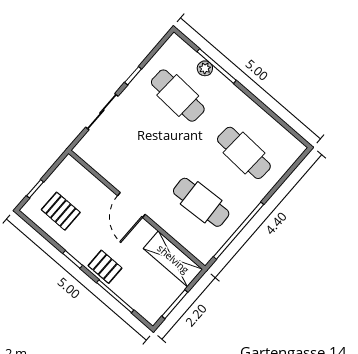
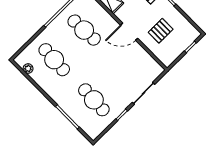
plant: (205, 68) -> (28, 69), moved
door: (131, 205) -> (129, 32), swing flipped
pallet: (61, 211) -> (161, 31), moved, turned 90

